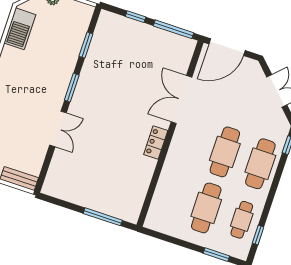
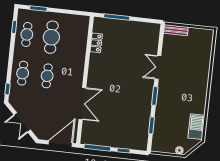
locker: (156, 142) -> (96, 43), moved
cafe table: (225, 152) -> (47, 76), width x0.73, depth x0.74
cafe table: (260, 164) -> (23, 73), width x0.73, depth x0.74

